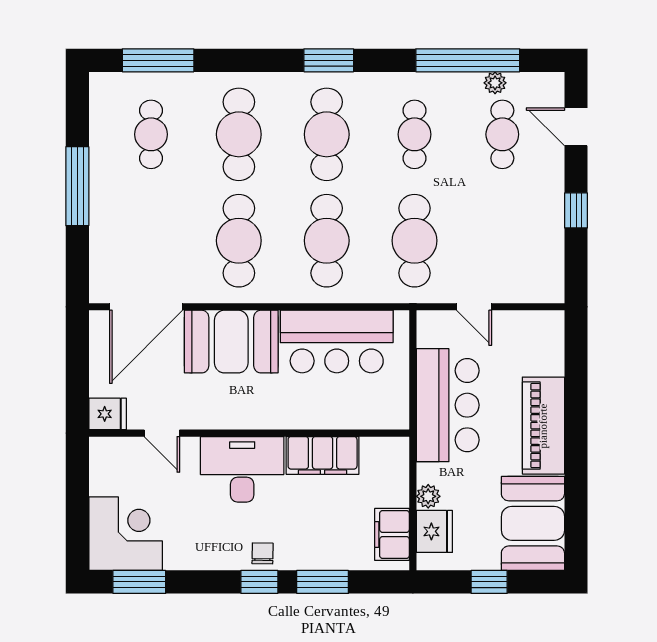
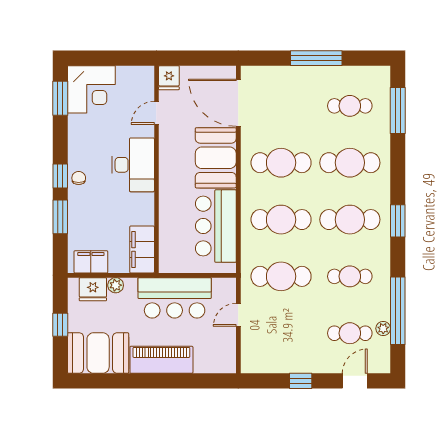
filing cabinet: (323, 455) -> (142, 250), moved
chair: (263, 553) -> (79, 178), turned -91

